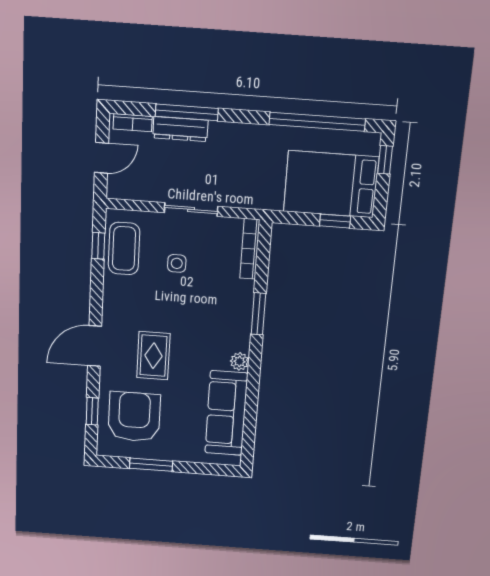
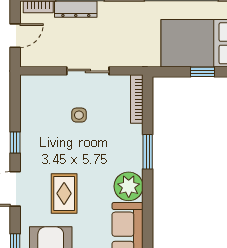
window: (98, 246) -> (15, 142), moved
coffee table: (124, 249) -> (36, 106), removed
plant: (240, 361) -> (129, 186), width x1.87, depth x1.87

